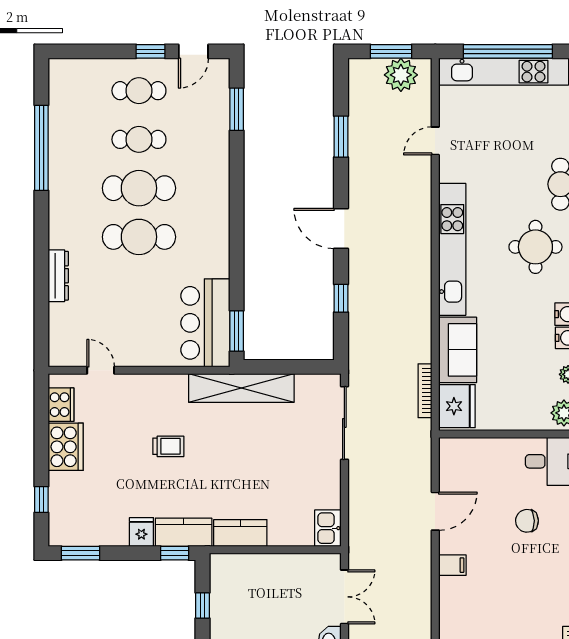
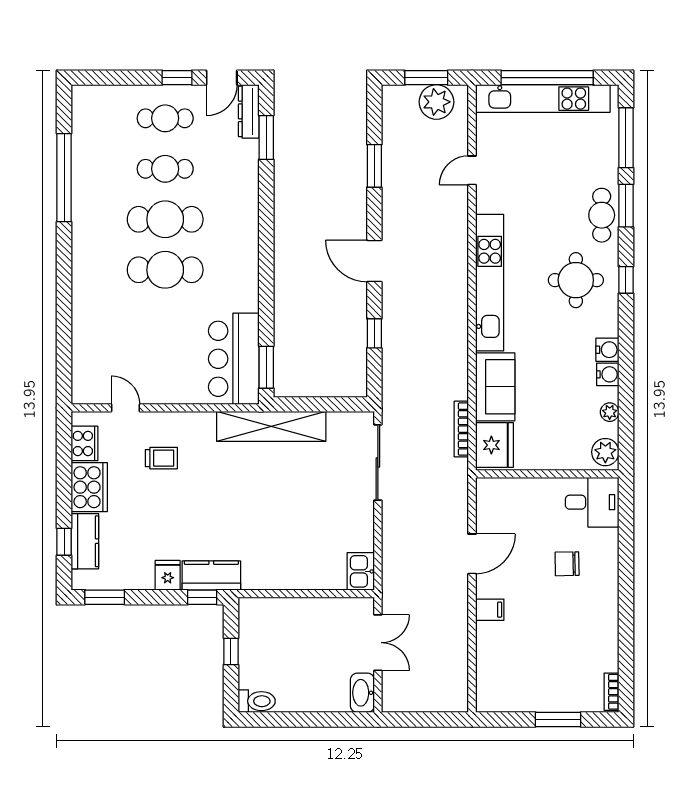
dresser: (58, 276) -> (249, 111), moved, turned 180
trolley: (168, 446) -> (161, 458), moved
kitchen counter: (240, 533) -> (85, 541), moved, turned 90

